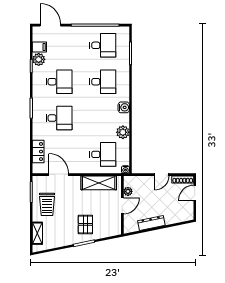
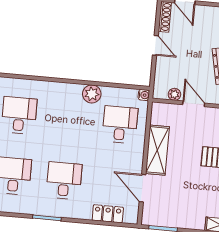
water cooler: (124, 107) -> (57, 89), removed
door: (59, 175) -> (142, 188), hinge flipped
shelving: (99, 183) -> (157, 150), moved
trolley: (47, 204) -> (182, 208), removed

